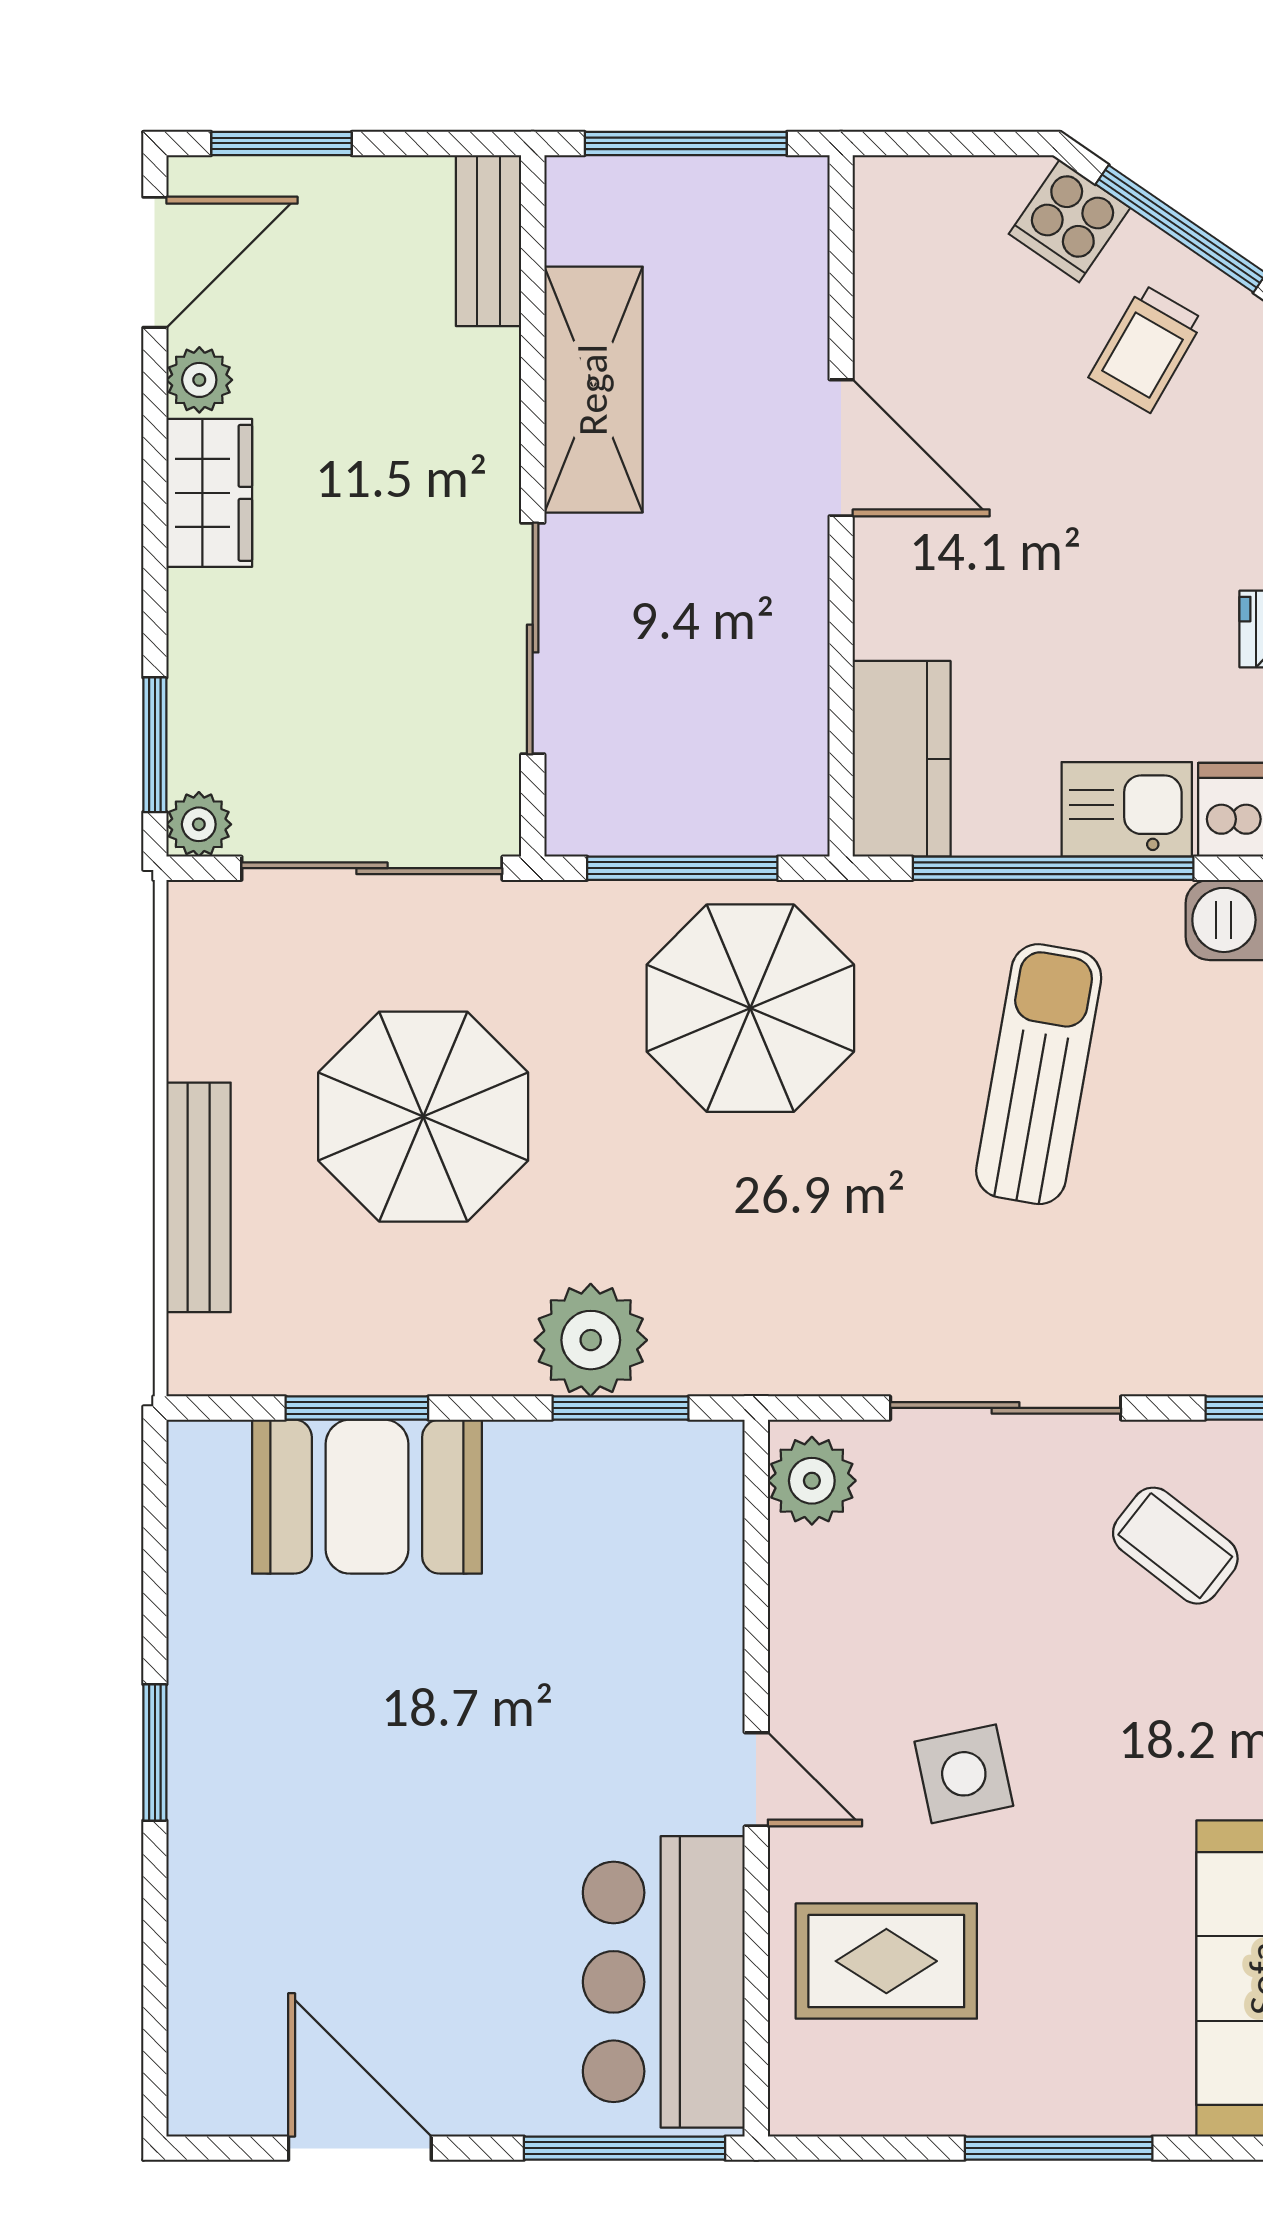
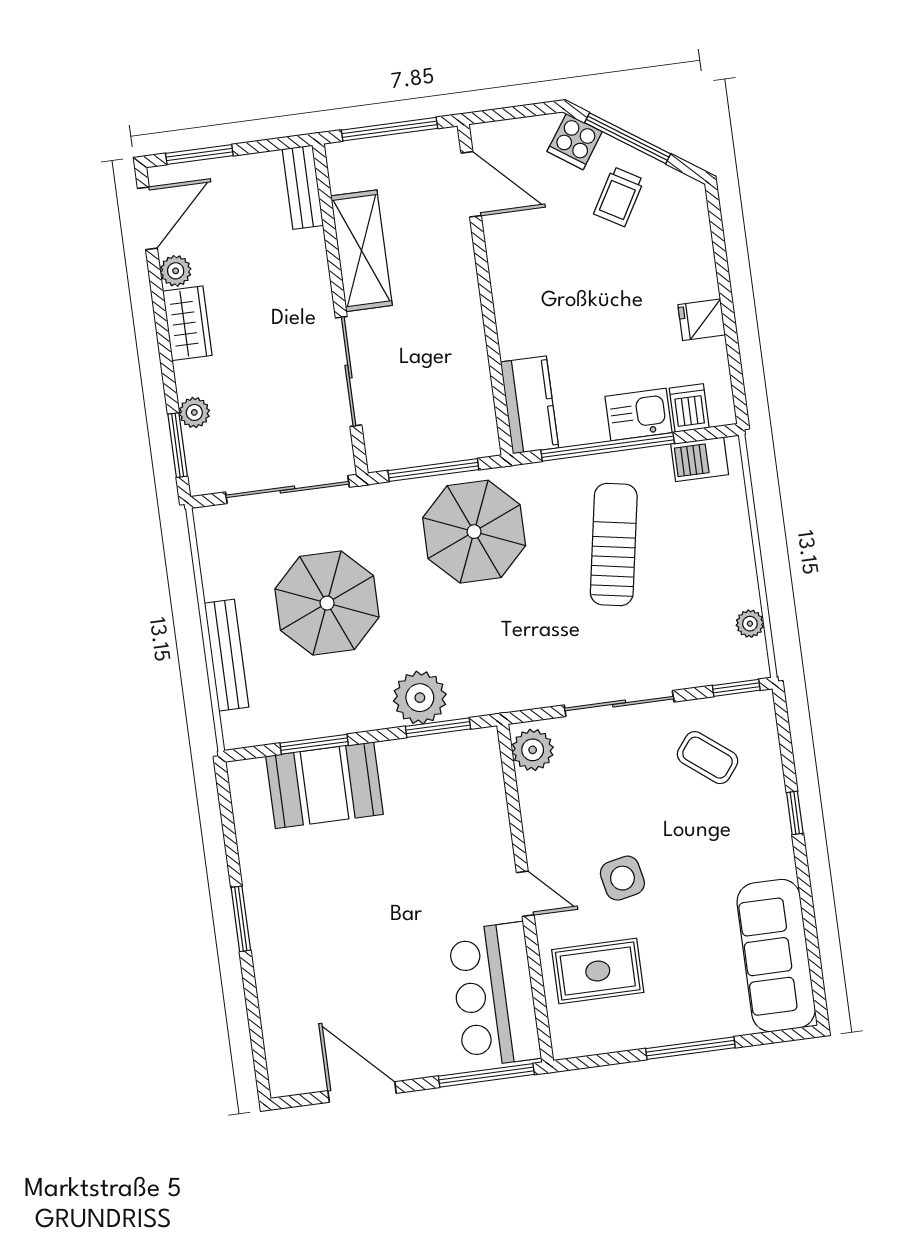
door: (841, 448) -> (471, 184), moved
plant: (199, 824) -> (194, 412), moved

